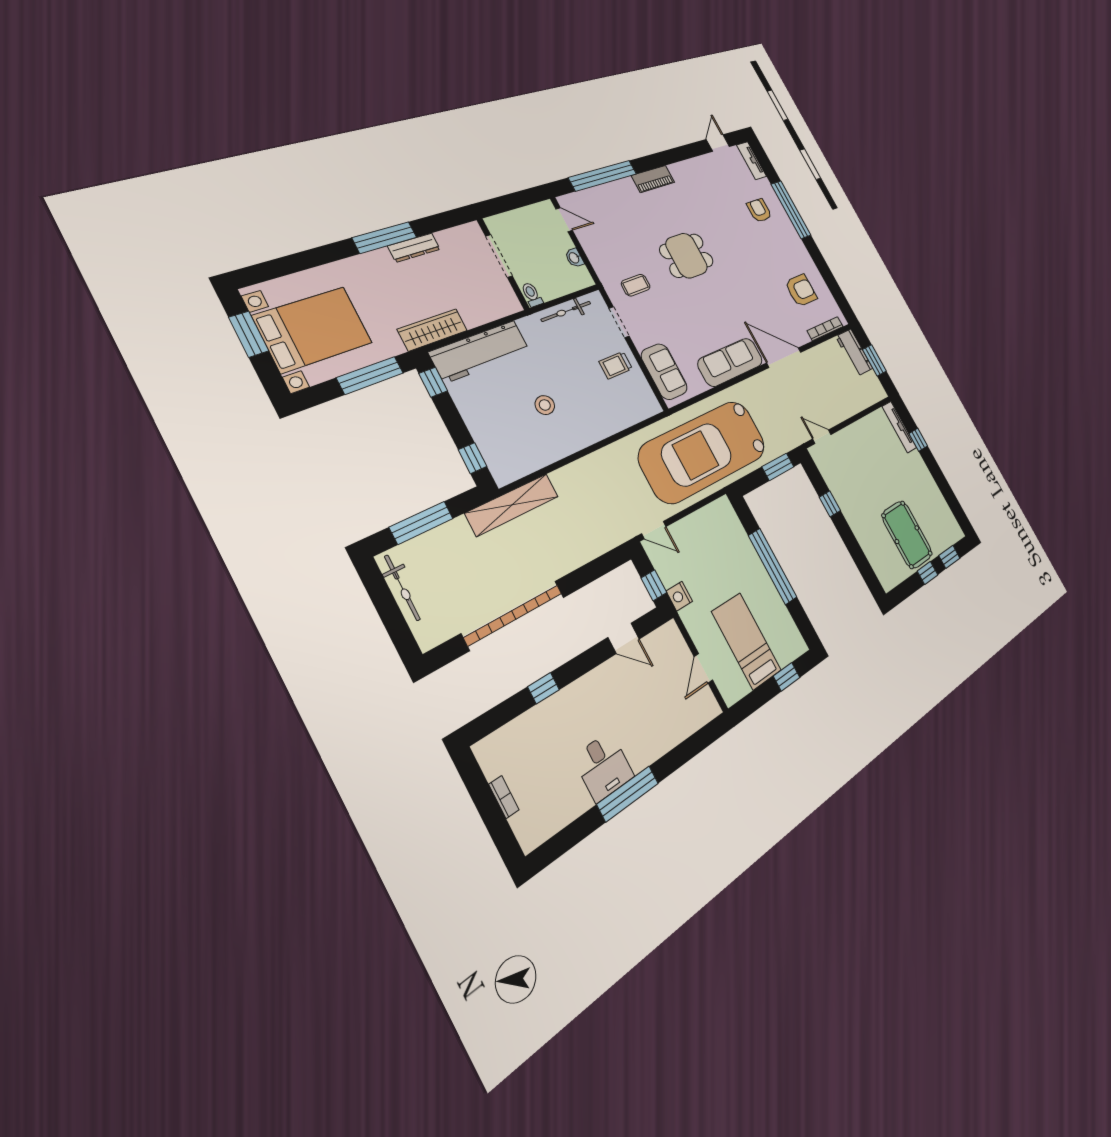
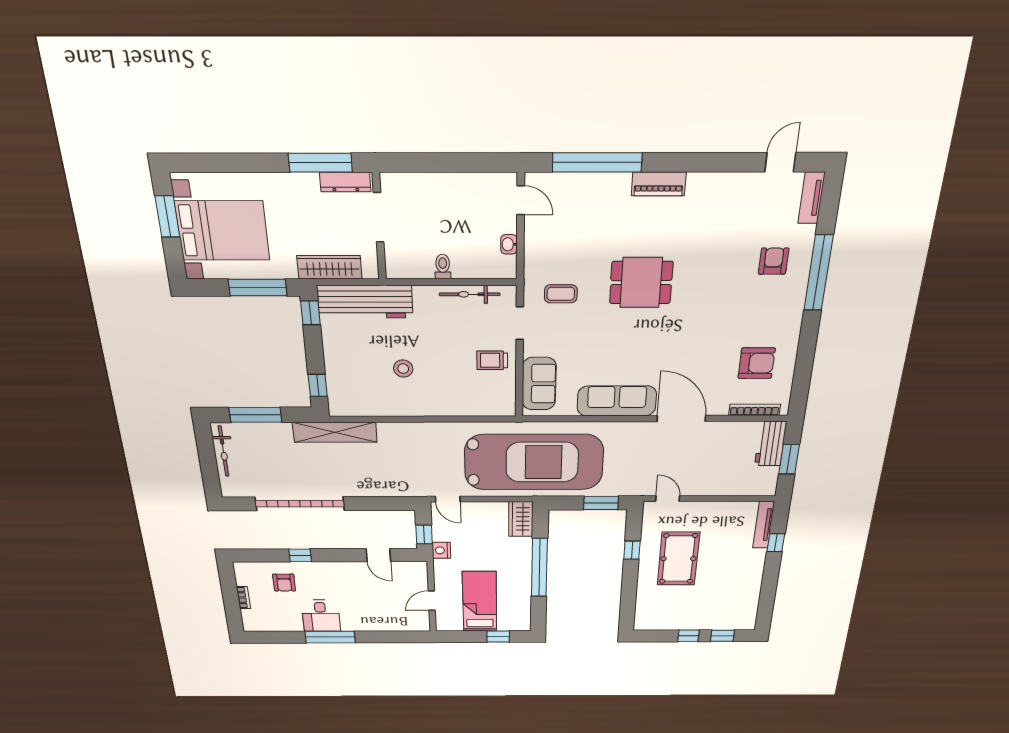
doorway: (499, 256) -> (379, 217), moved
wall: (503, 264) -> (379, 227), moved
car: (703, 451) -> (534, 462), turned 180
wardrobe: (727, 519) -> (521, 519), added
pool table: (907, 535) -> (678, 559), moved
armchair: (542, 741) -> (284, 583), added

